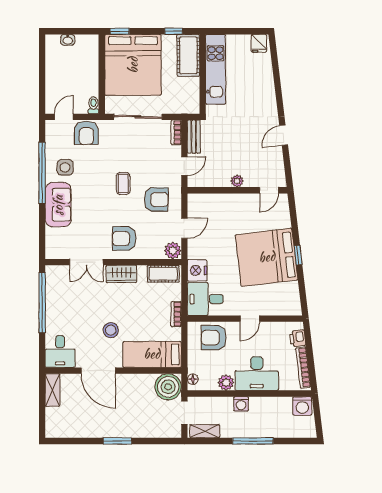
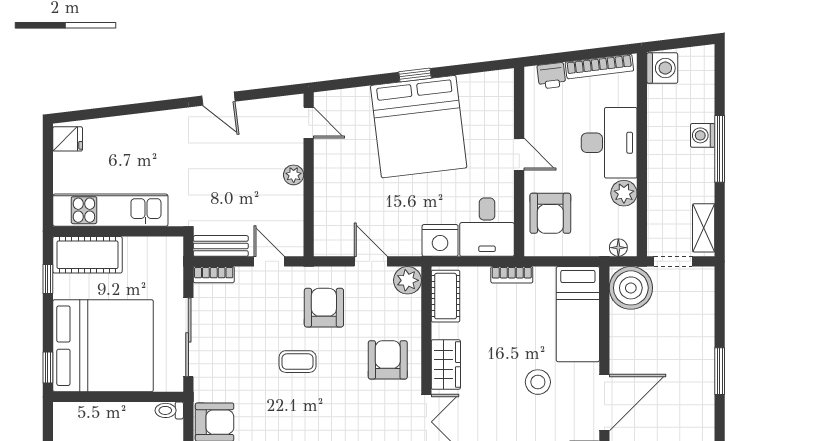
armchair: (124, 238) -> (388, 360), turned 180
washing machine: (241, 404) -> (703, 135), moved, turned 180

